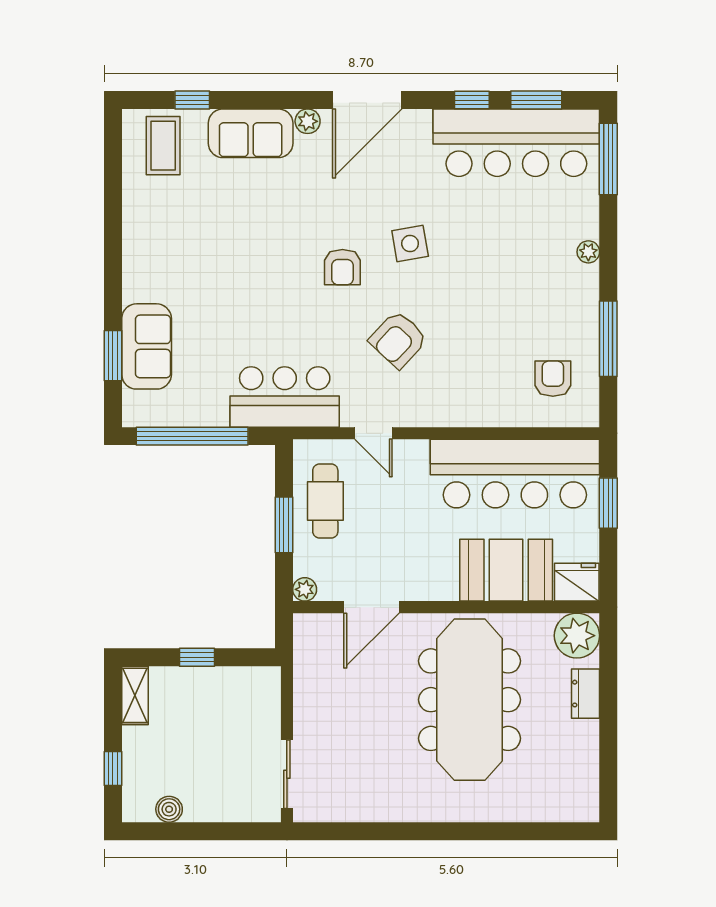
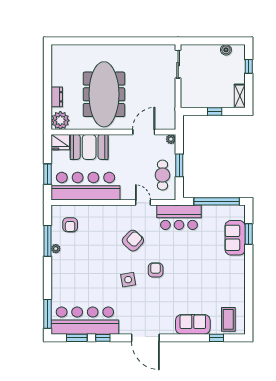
door: (367, 100) -> (145, 338), swing flipped
plant: (308, 121) -> (170, 329), removed
plant: (588, 252) -> (56, 249), moved

